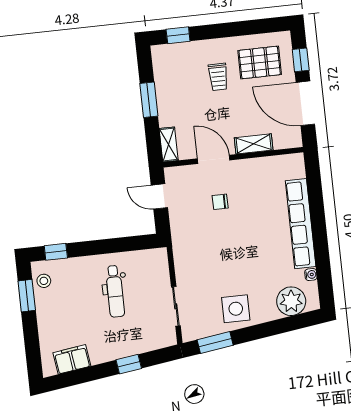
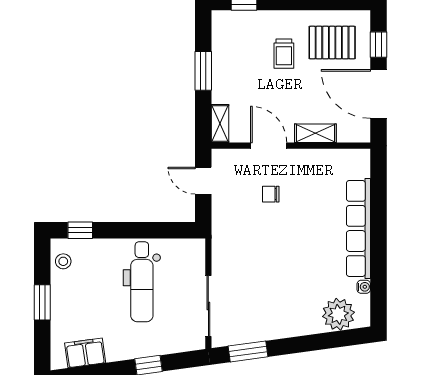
dental chair: (115, 291) -> (142, 282), width x1.36, depth x1.38
window: (27, 296) -> (42, 302), moved
sliding door: (176, 306) -> (208, 306), width x1.37
side table: (236, 309) -> (275, 316), removed

